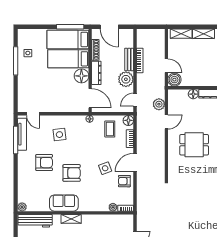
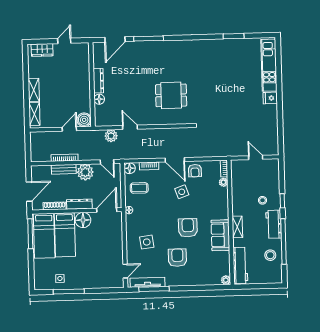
dining table: (194, 145) -> (171, 95), moved, turned 90

